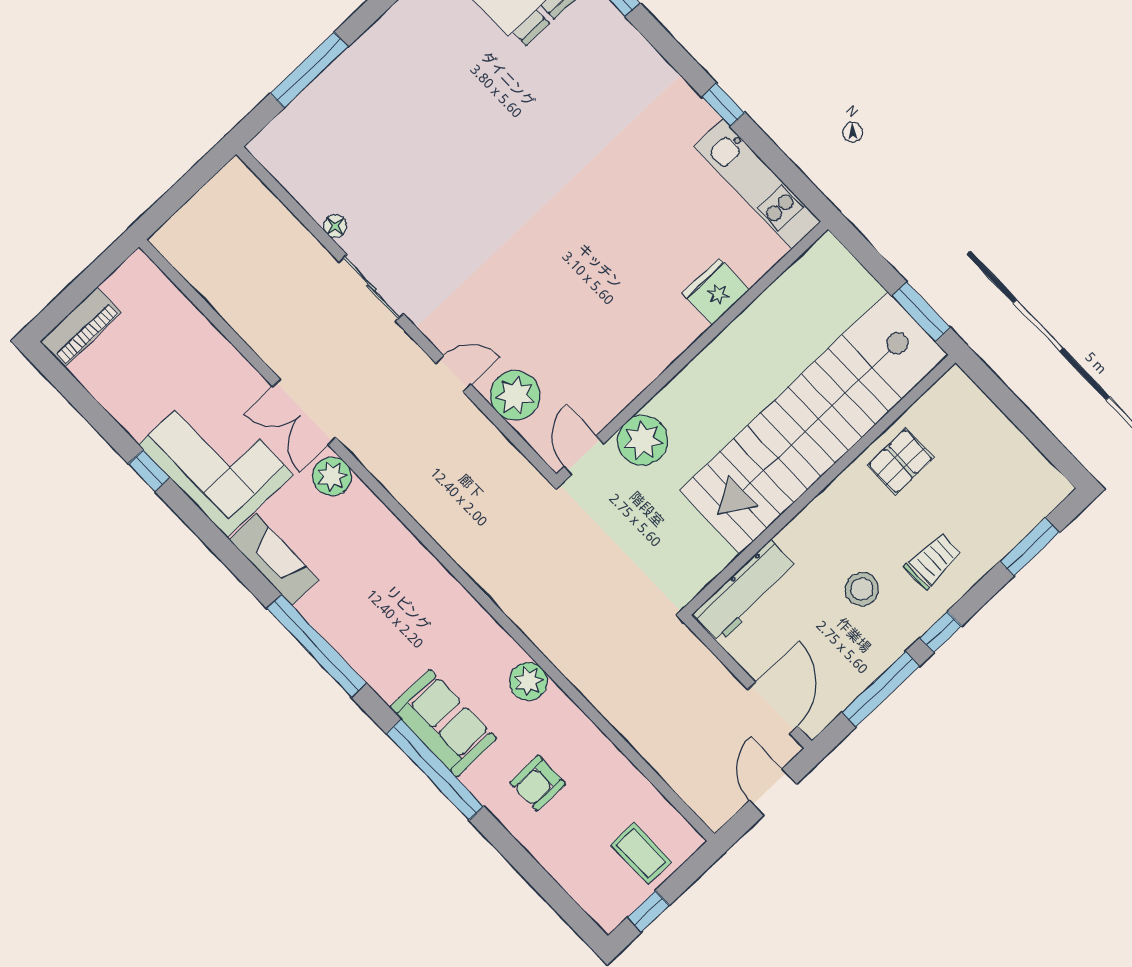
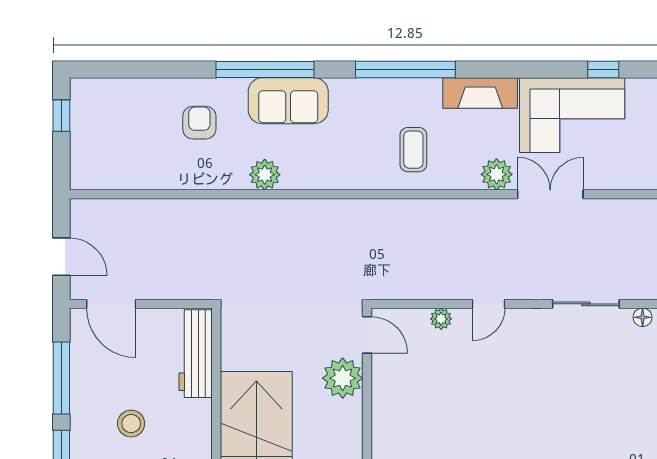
plant: (515, 395) -> (441, 319), width x0.53, depth x0.53
coffee table: (641, 853) -> (413, 150), moved, turned 90

